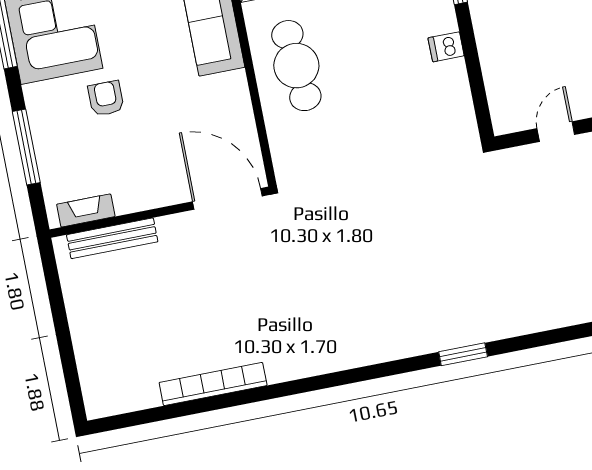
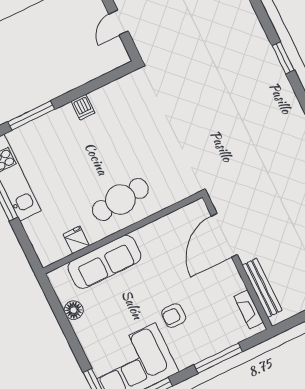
door: (556, 132) -> (118, 23), hinge flipped
door: (227, 199) -> (224, 235), moved
window: (463, 354) -> (283, 58), moved

